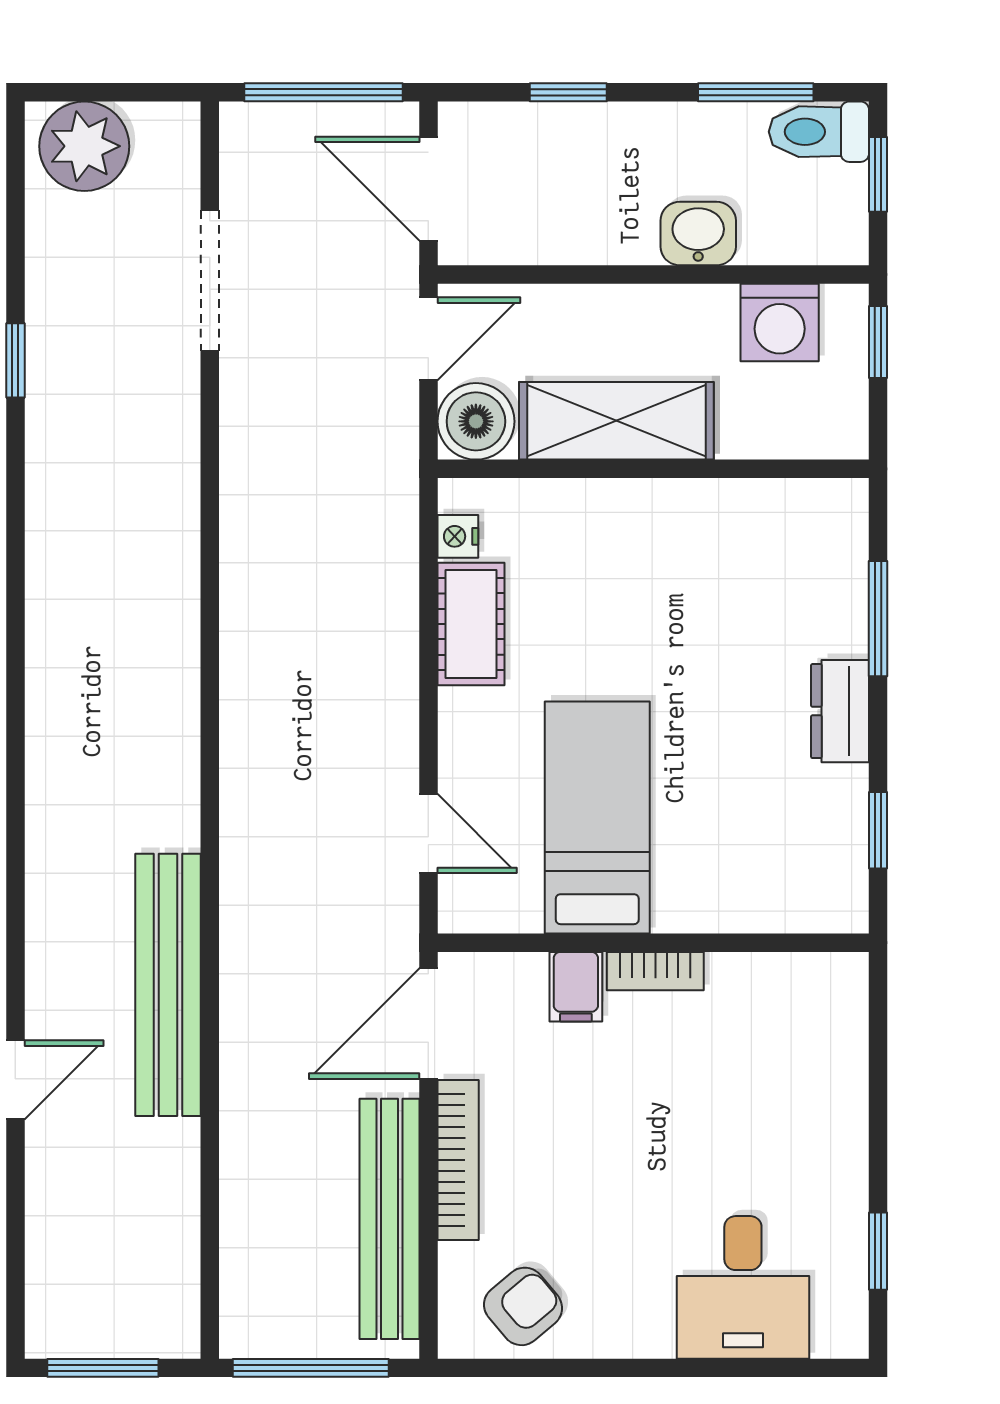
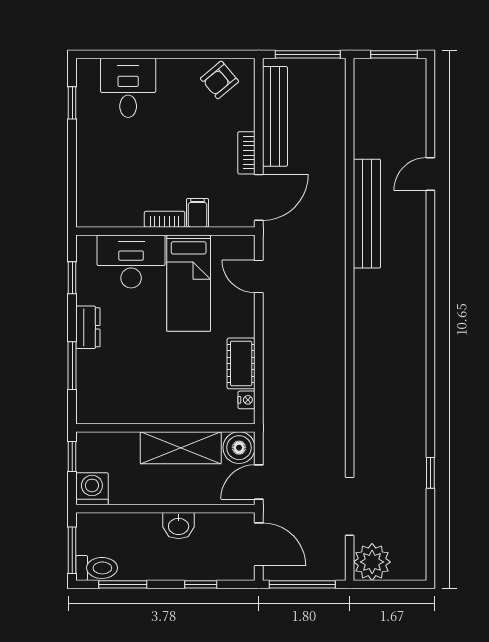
plant: (84, 146) -> (372, 562), moved
window: (878, 174) -> (72, 550), width x1.50
washbasin: (698, 234) -> (179, 526), moved
washing machine: (780, 322) -> (92, 489), moved
window: (878, 342) -> (72, 456), moved
desk: (736, 870) -> (131, 261), added
bookcase: (458, 1160) -> (246, 153), width x0.64

